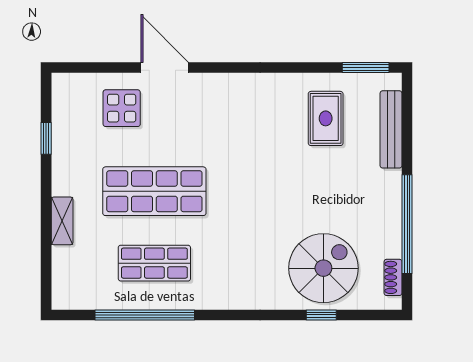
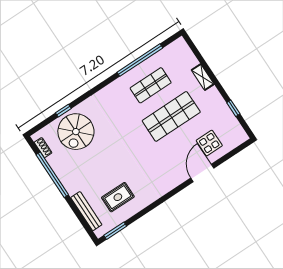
door: (165, 67) -> (202, 173), swing flipped
rug: (326, 118) -> (118, 197), turned 90

